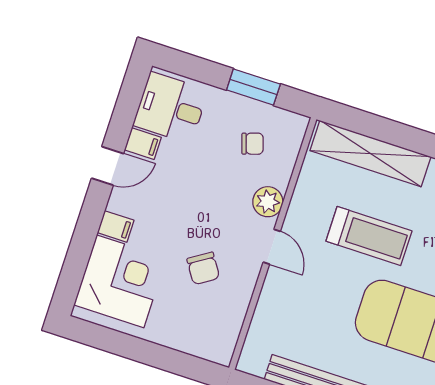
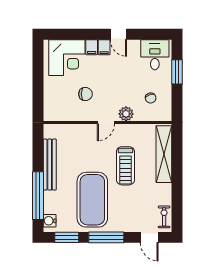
window: (253, 87) -> (177, 72), moved
filing cabinet: (143, 144) -> (104, 47), moved
chair: (203, 268) -> (85, 94), turned -147

